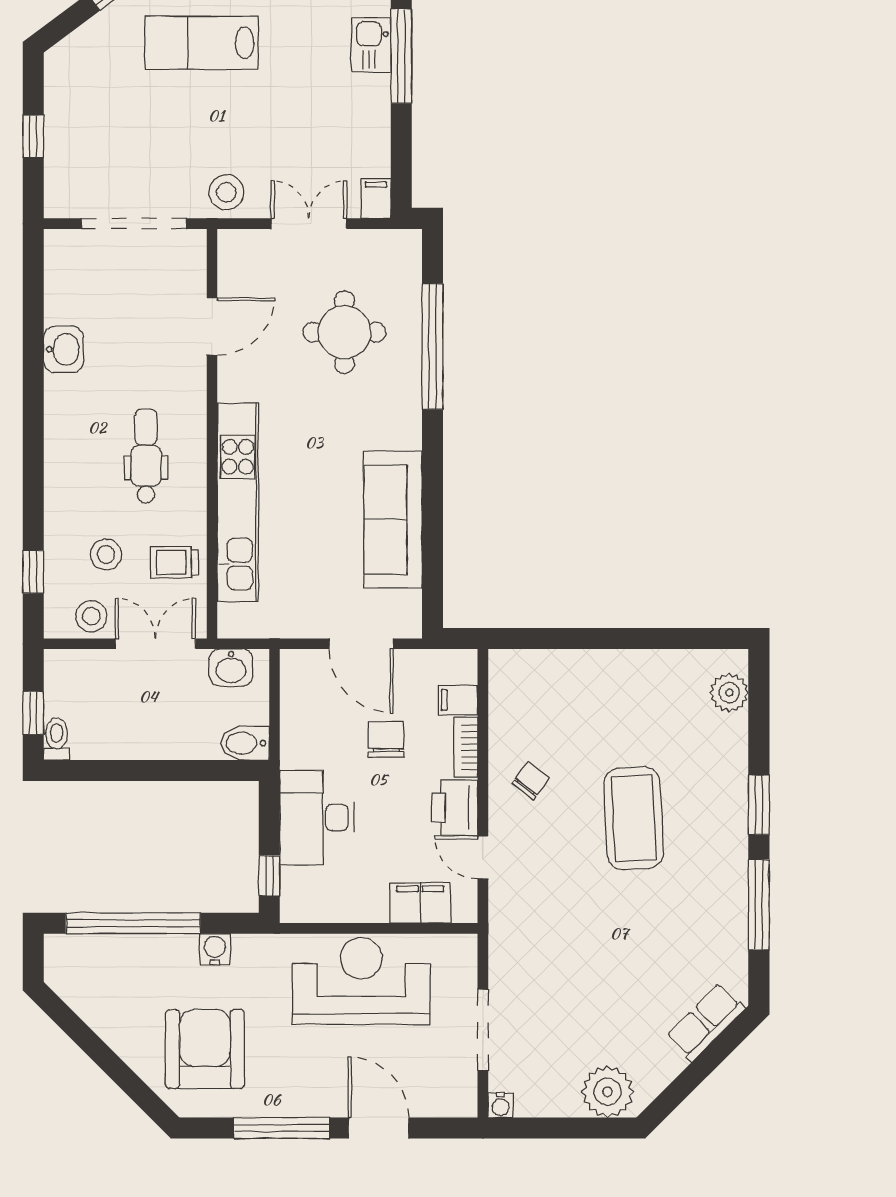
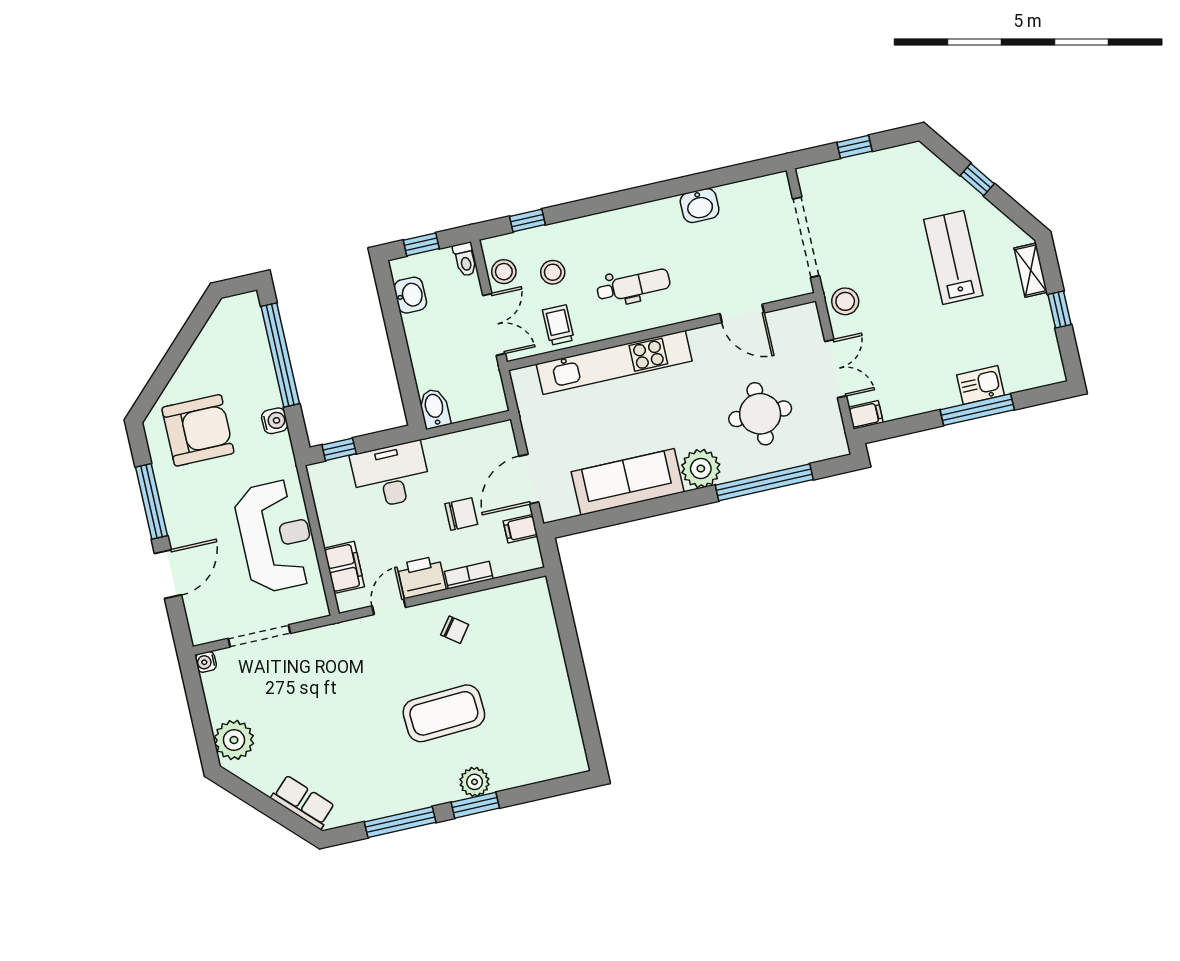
plant: (397, 423) -> (701, 468), added
washbasin: (231, 668) -> (410, 295), moved, turned 180
plant: (729, 693) -> (475, 782), moved
filing cabinet: (458, 700) -> (520, 529), moved, turned -90
toilet: (57, 739) -> (465, 259), moved, turned 90

